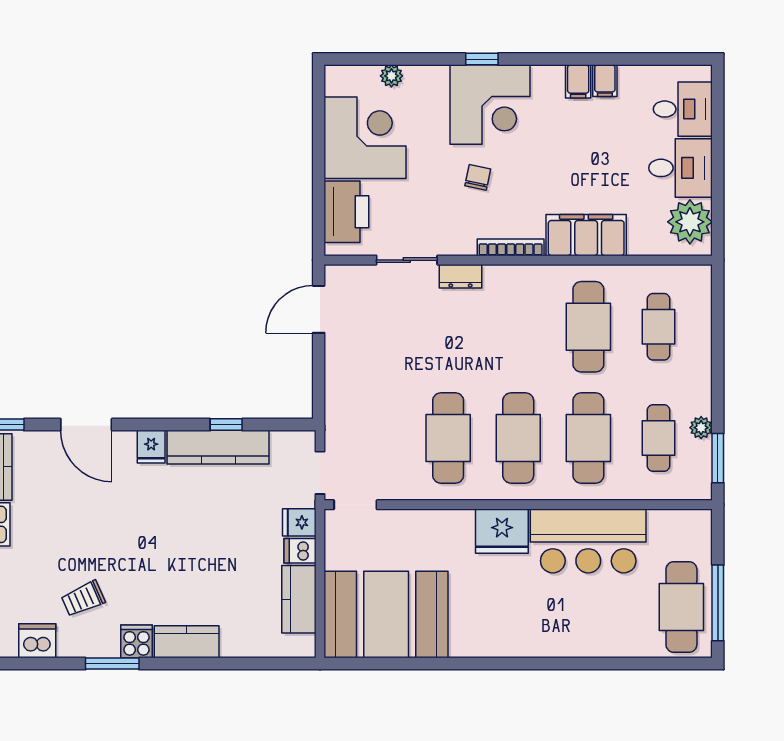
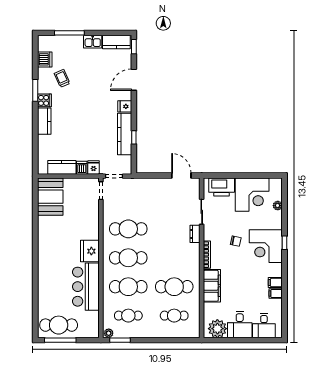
plant: (701, 428) -> (109, 333), moved
booth: (386, 614) -> (50, 197), width x0.73, depth x0.70

